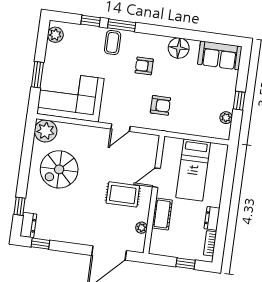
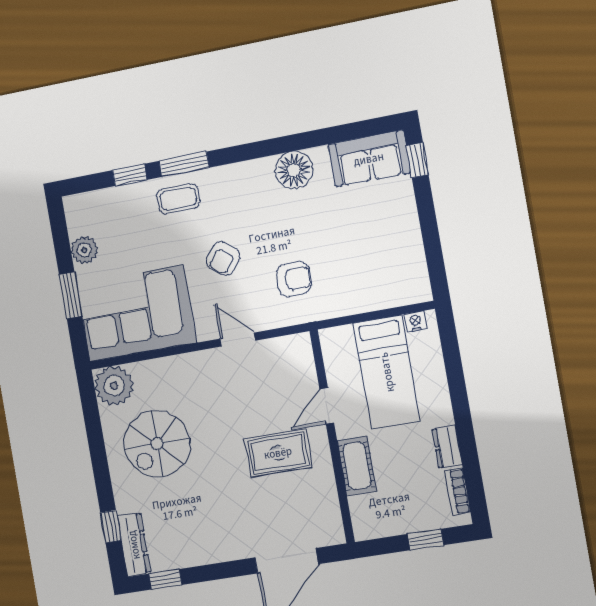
plant: (55, 35) -> (84, 250), moved
coffee table: (113, 43) -> (178, 199), turned 90
armchair: (144, 66) -> (223, 258), moved, turned -51
window: (239, 101) -> (417, 160), moved
plant: (226, 118) -> (415, 263), removed
door: (121, 128) -> (238, 340), swing flipped
nightstand: (216, 148) -> (415, 322), added
dresser: (28, 225) -> (134, 545), width x1.44
plant: (141, 228) -> (329, 500), removed

